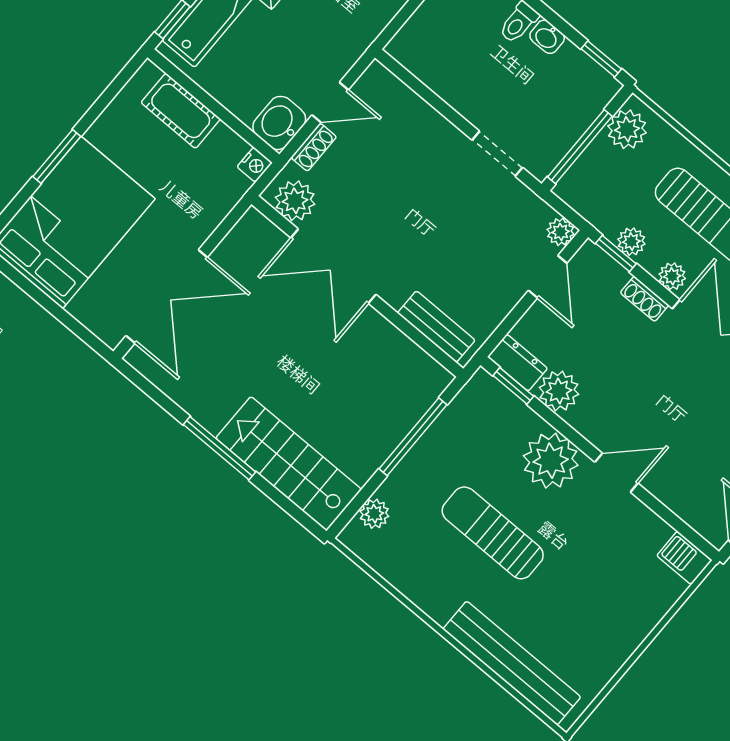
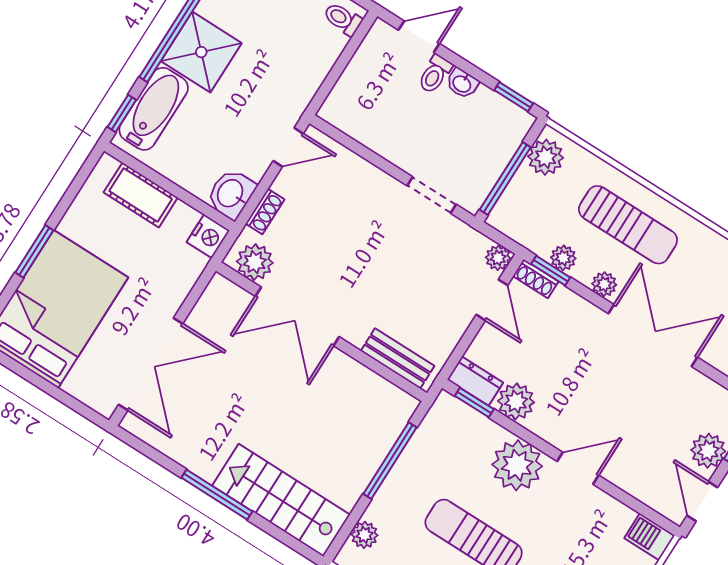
door: (330, 102) -> (288, 147), moved
nightstand: (255, 165) -> (208, 236), width x1.39, depth x1.35
shoe rack: (644, 299) -> (536, 279), moved

